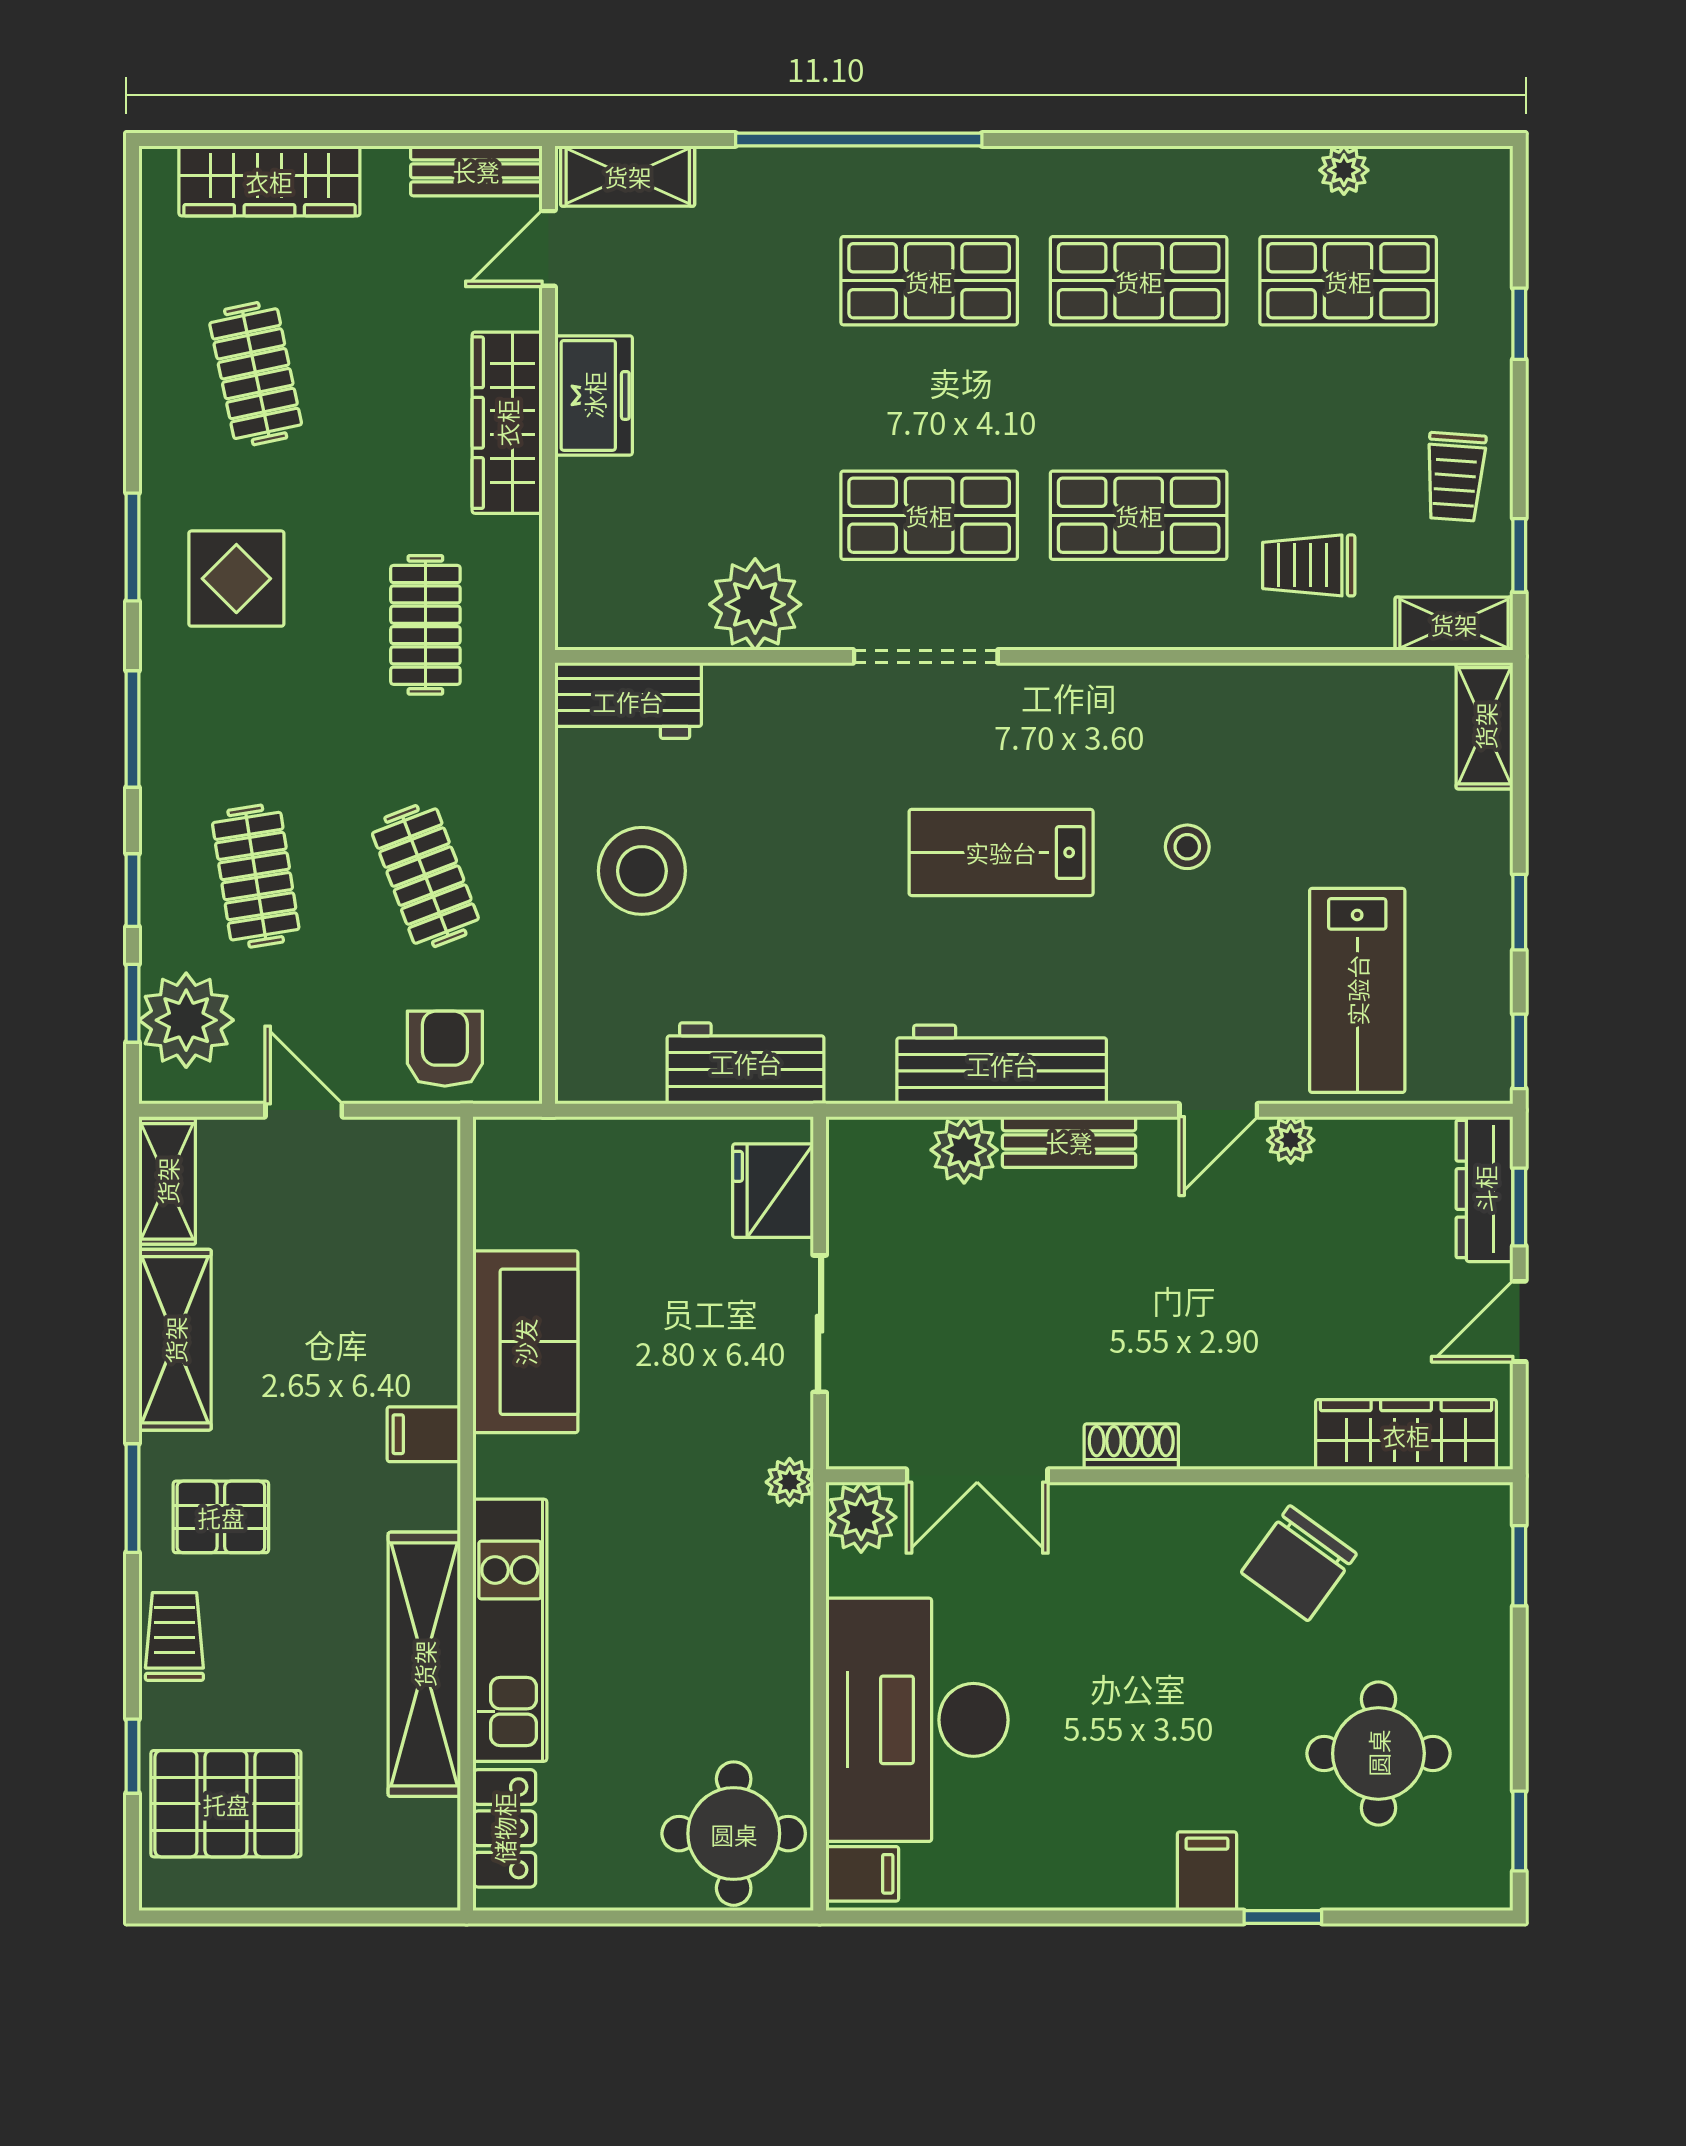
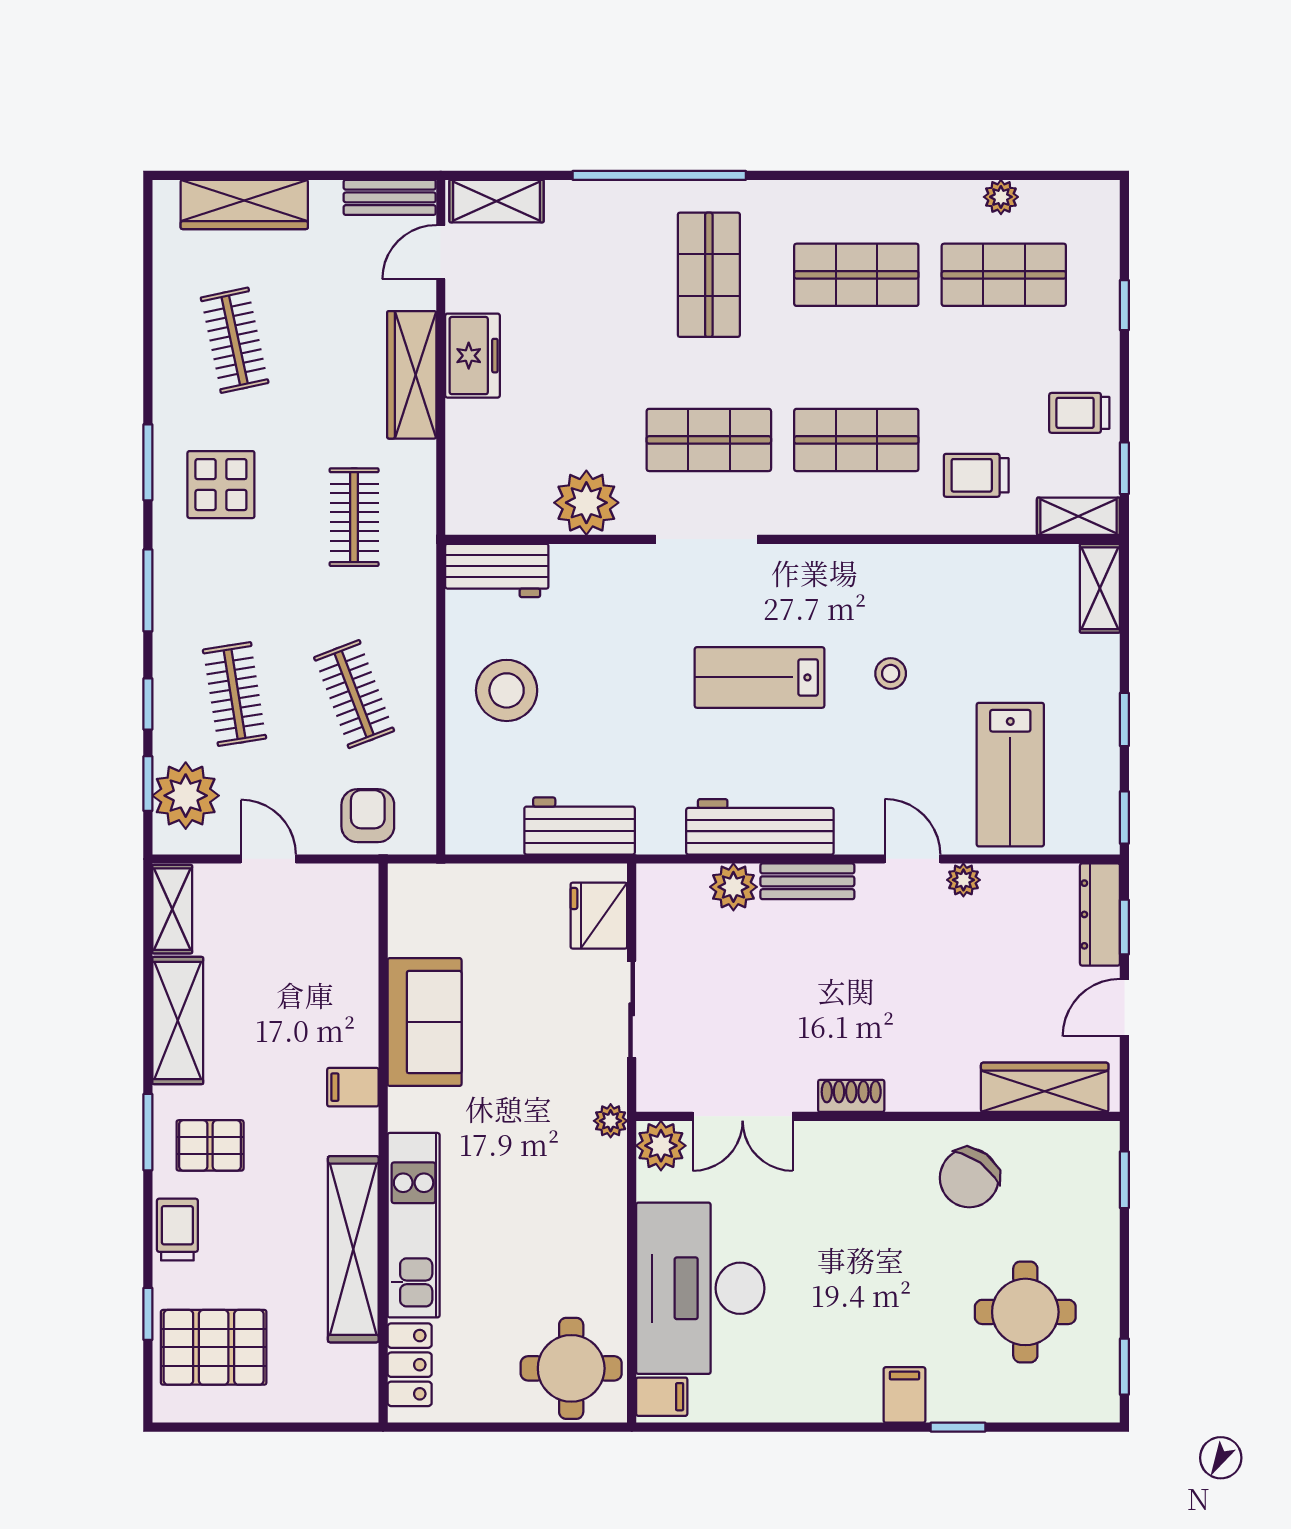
shop shelf: (929, 281) -> (709, 275), turned 90
trolley: (1455, 477) -> (1079, 413), turned 86
door: (1218, 1110) -> (912, 859), swing flipped

